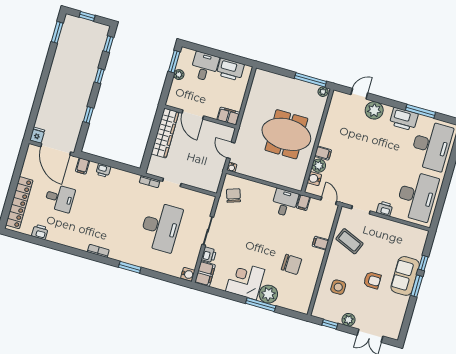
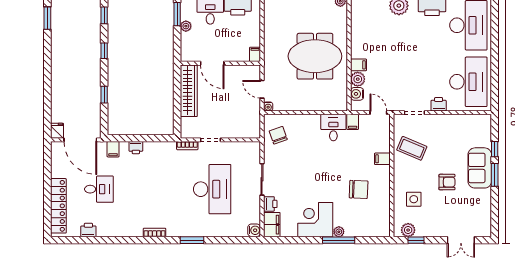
filing cabinet: (228, 116) -> (255, 54), width x0.50
plant: (268, 294) -> (339, 232), width x0.53, depth x0.53
plant: (348, 320) -> (408, 230), moved

